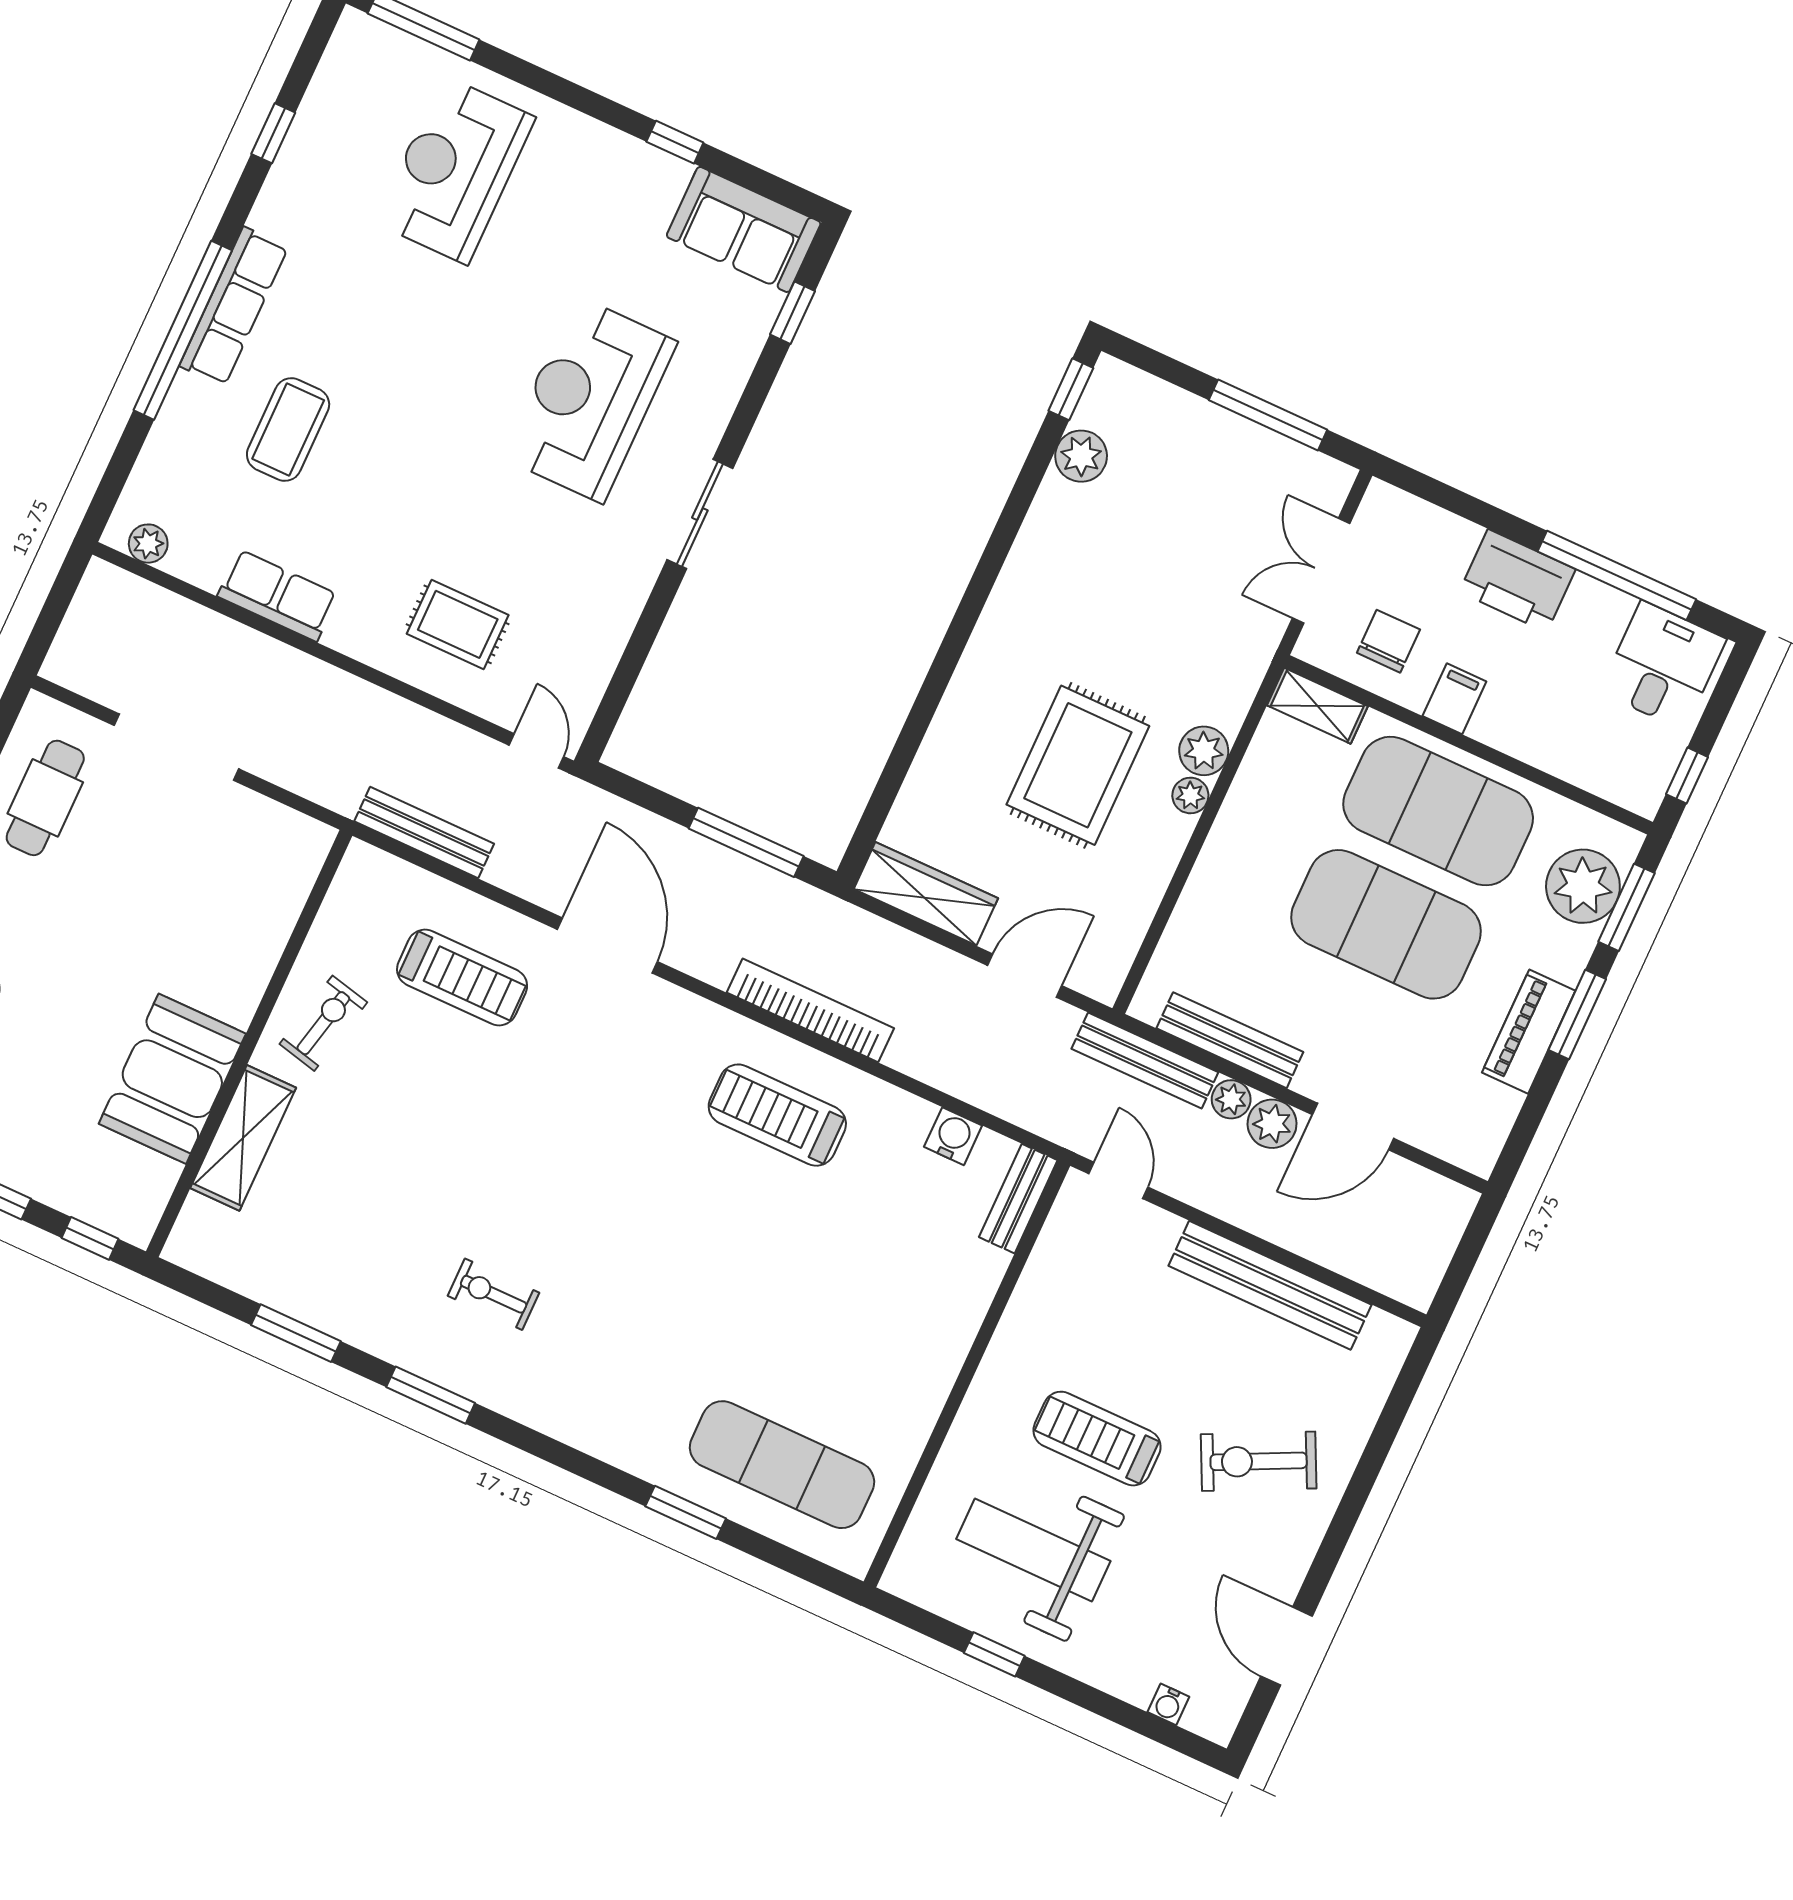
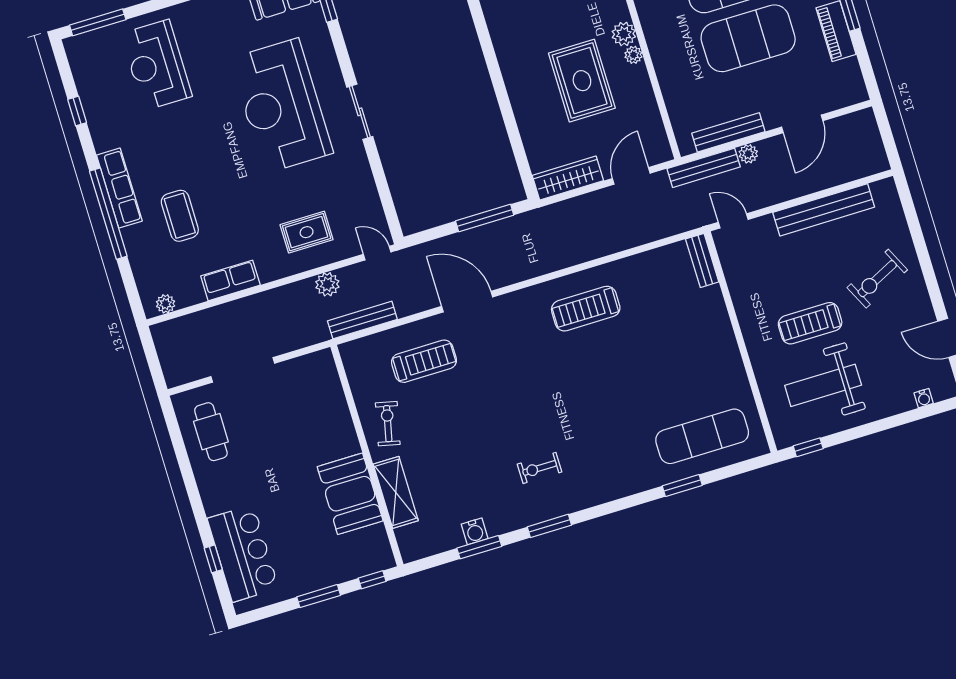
reception desk: (590, 400) -> (281, 106), width x1.36, depth x1.30
bookcase: (810, 1010) -> (564, 259), removed
plant: (1272, 1124) -> (327, 284), moved
water cooler: (953, 1136) -> (475, 531), moved, turned 180
window: (994, 1654) -> (808, 447), moved

